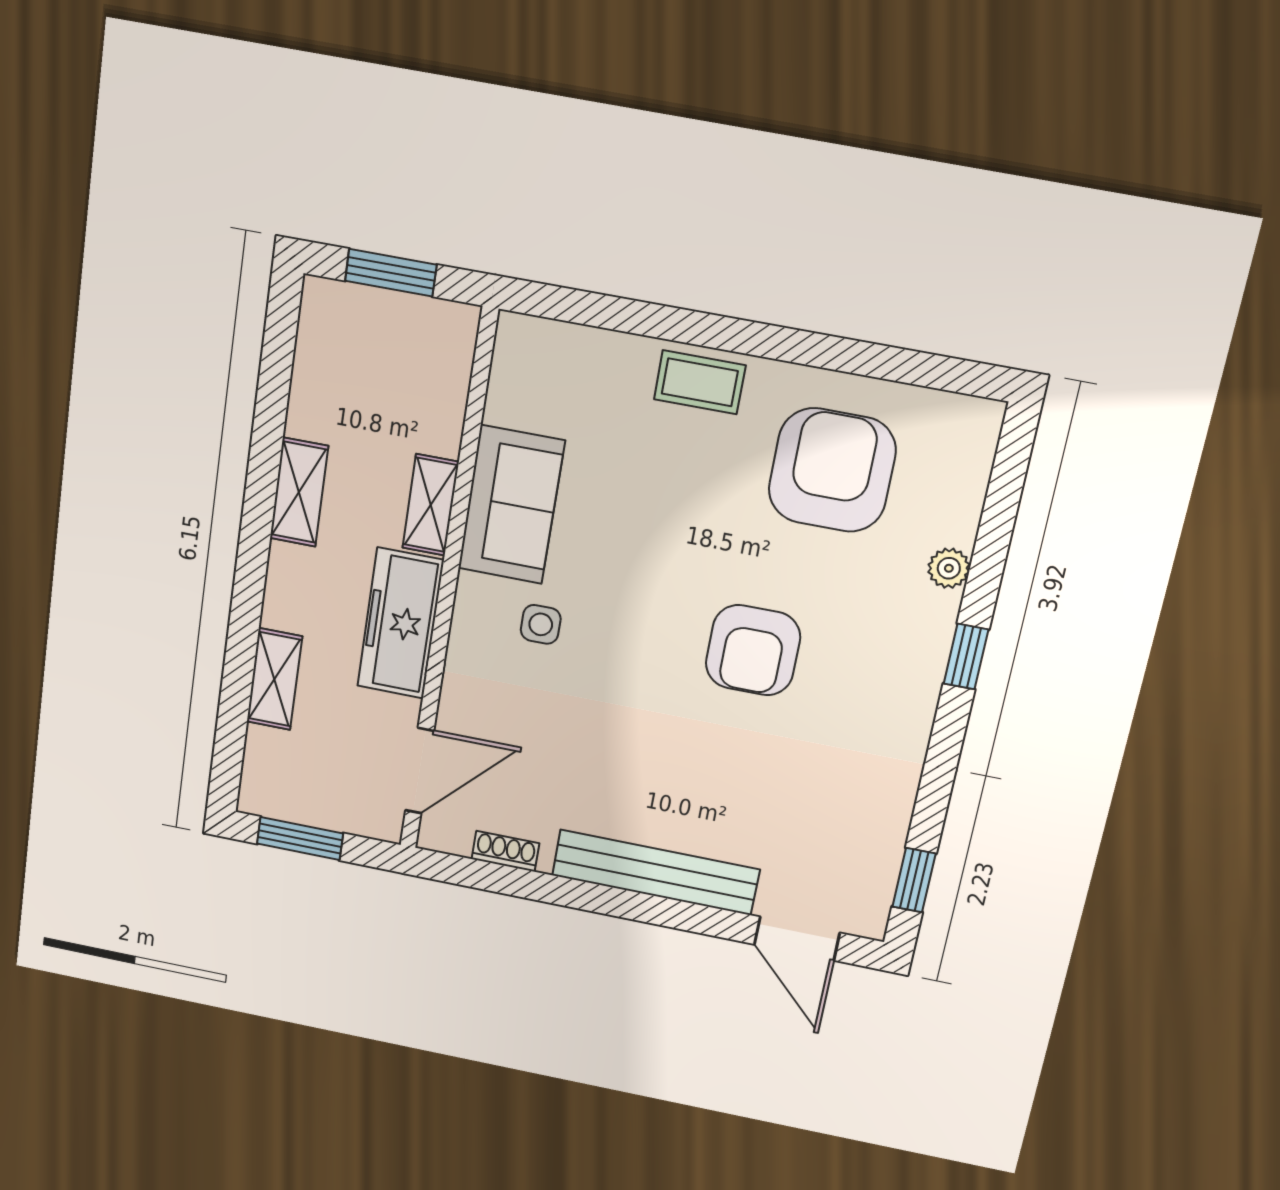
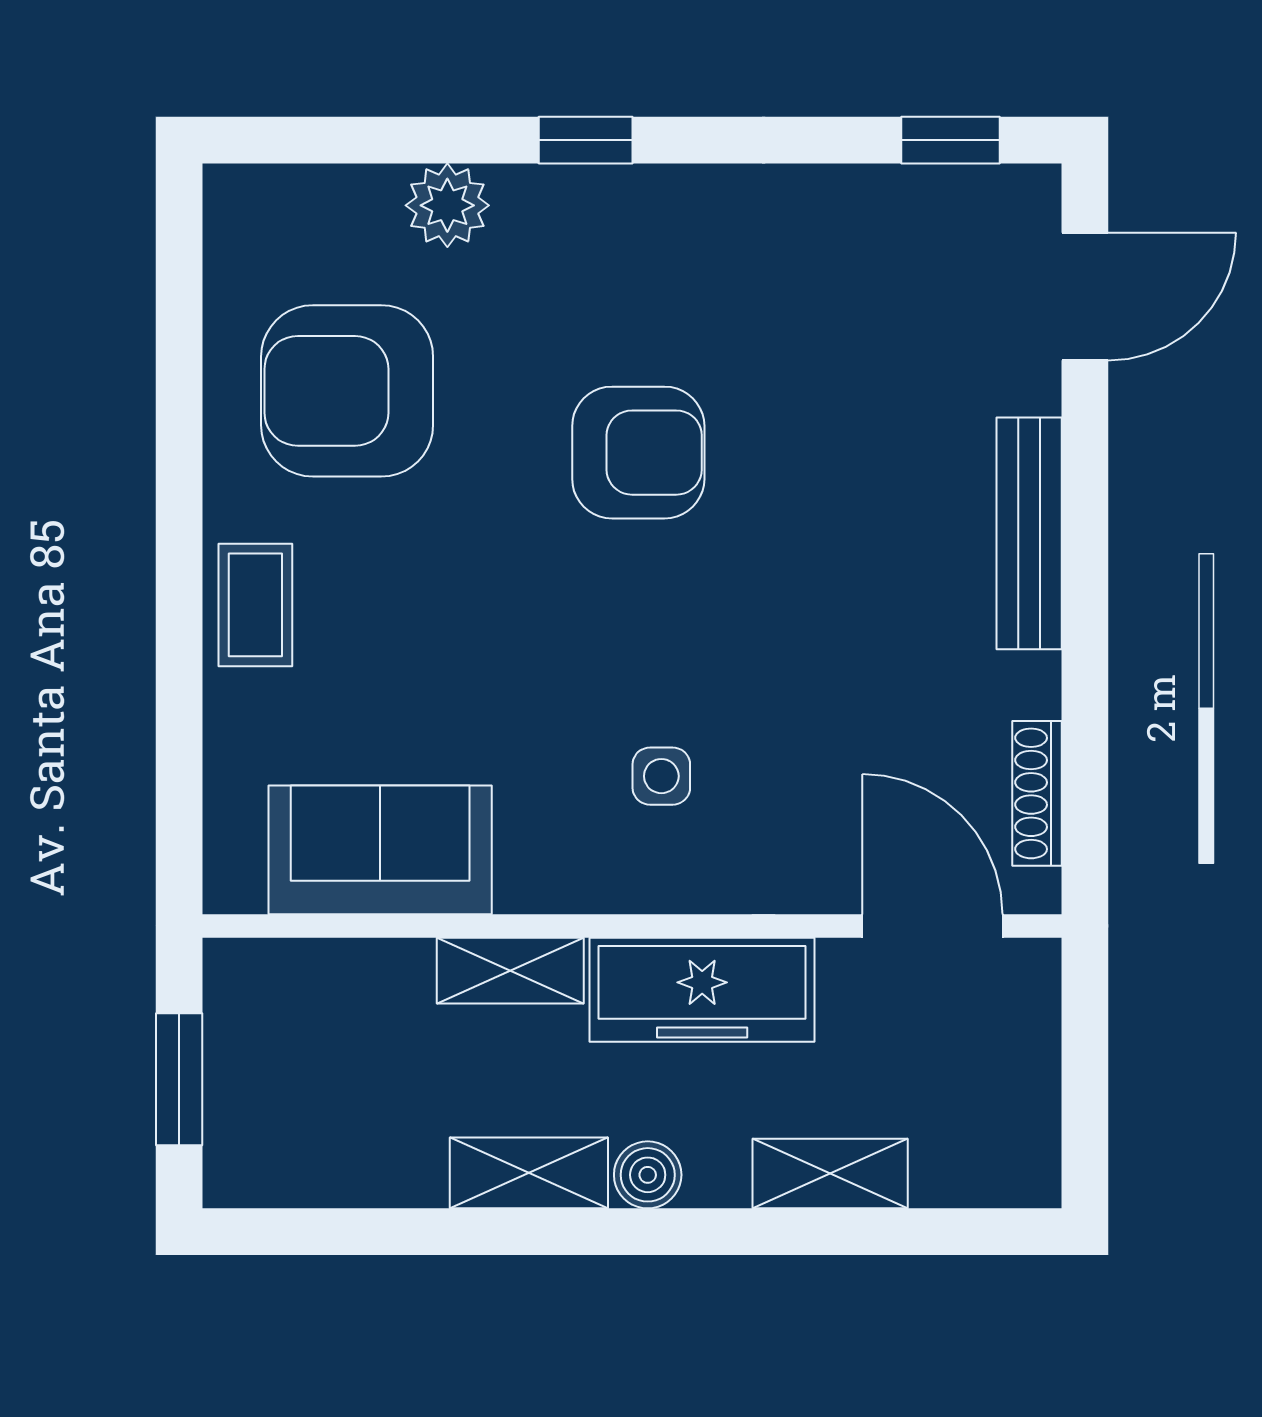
sofa: (511, 505) -> (380, 850), moved
boiler: (288, 567) -> (648, 1175), added
plant: (949, 568) -> (447, 205), width x1.38, depth x1.38
window: (300, 838) -> (1085, 1099), removed
shoe rack: (505, 851) -> (1037, 793), width x1.43
bench: (656, 872) -> (1029, 533), width x0.73, depth x0.82

